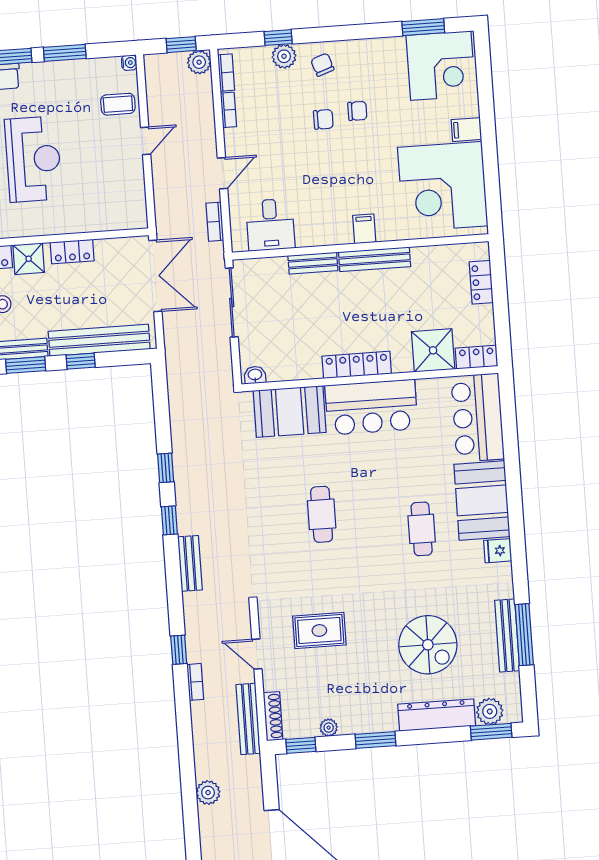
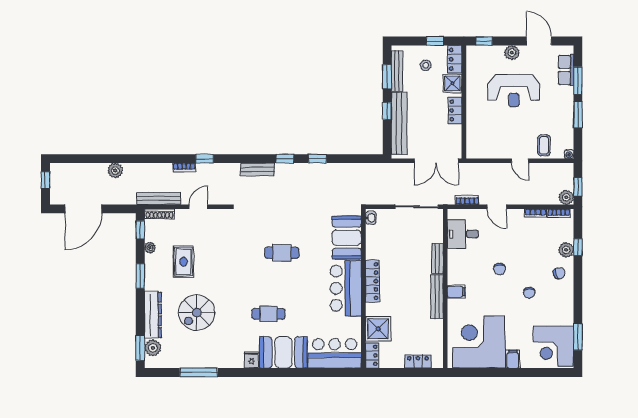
chair: (323, 119) -> (500, 269), moved
rug: (319, 631) -> (183, 262), moved
bench: (507, 635) -> (199, 362), removed

